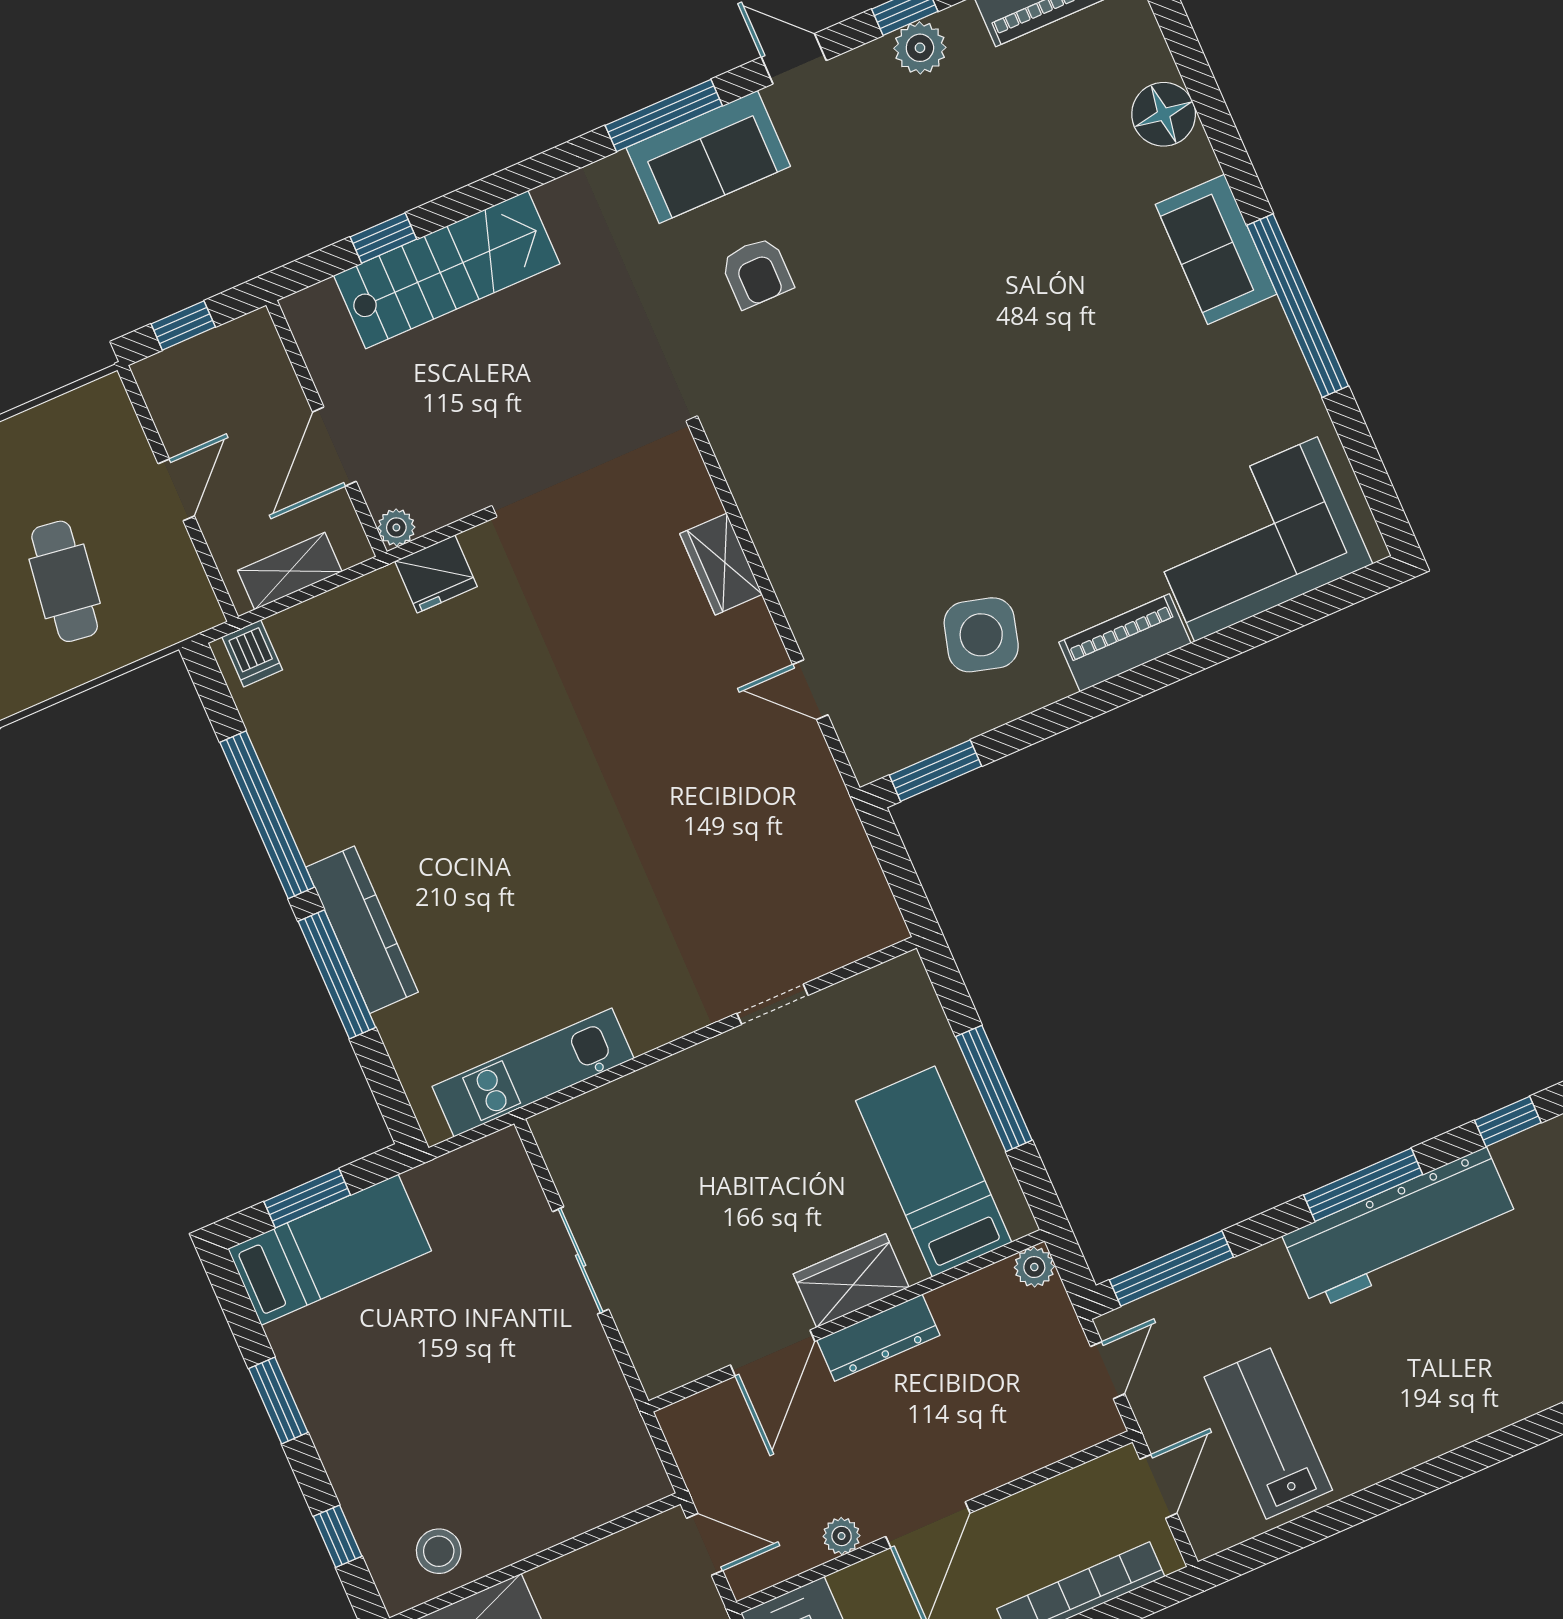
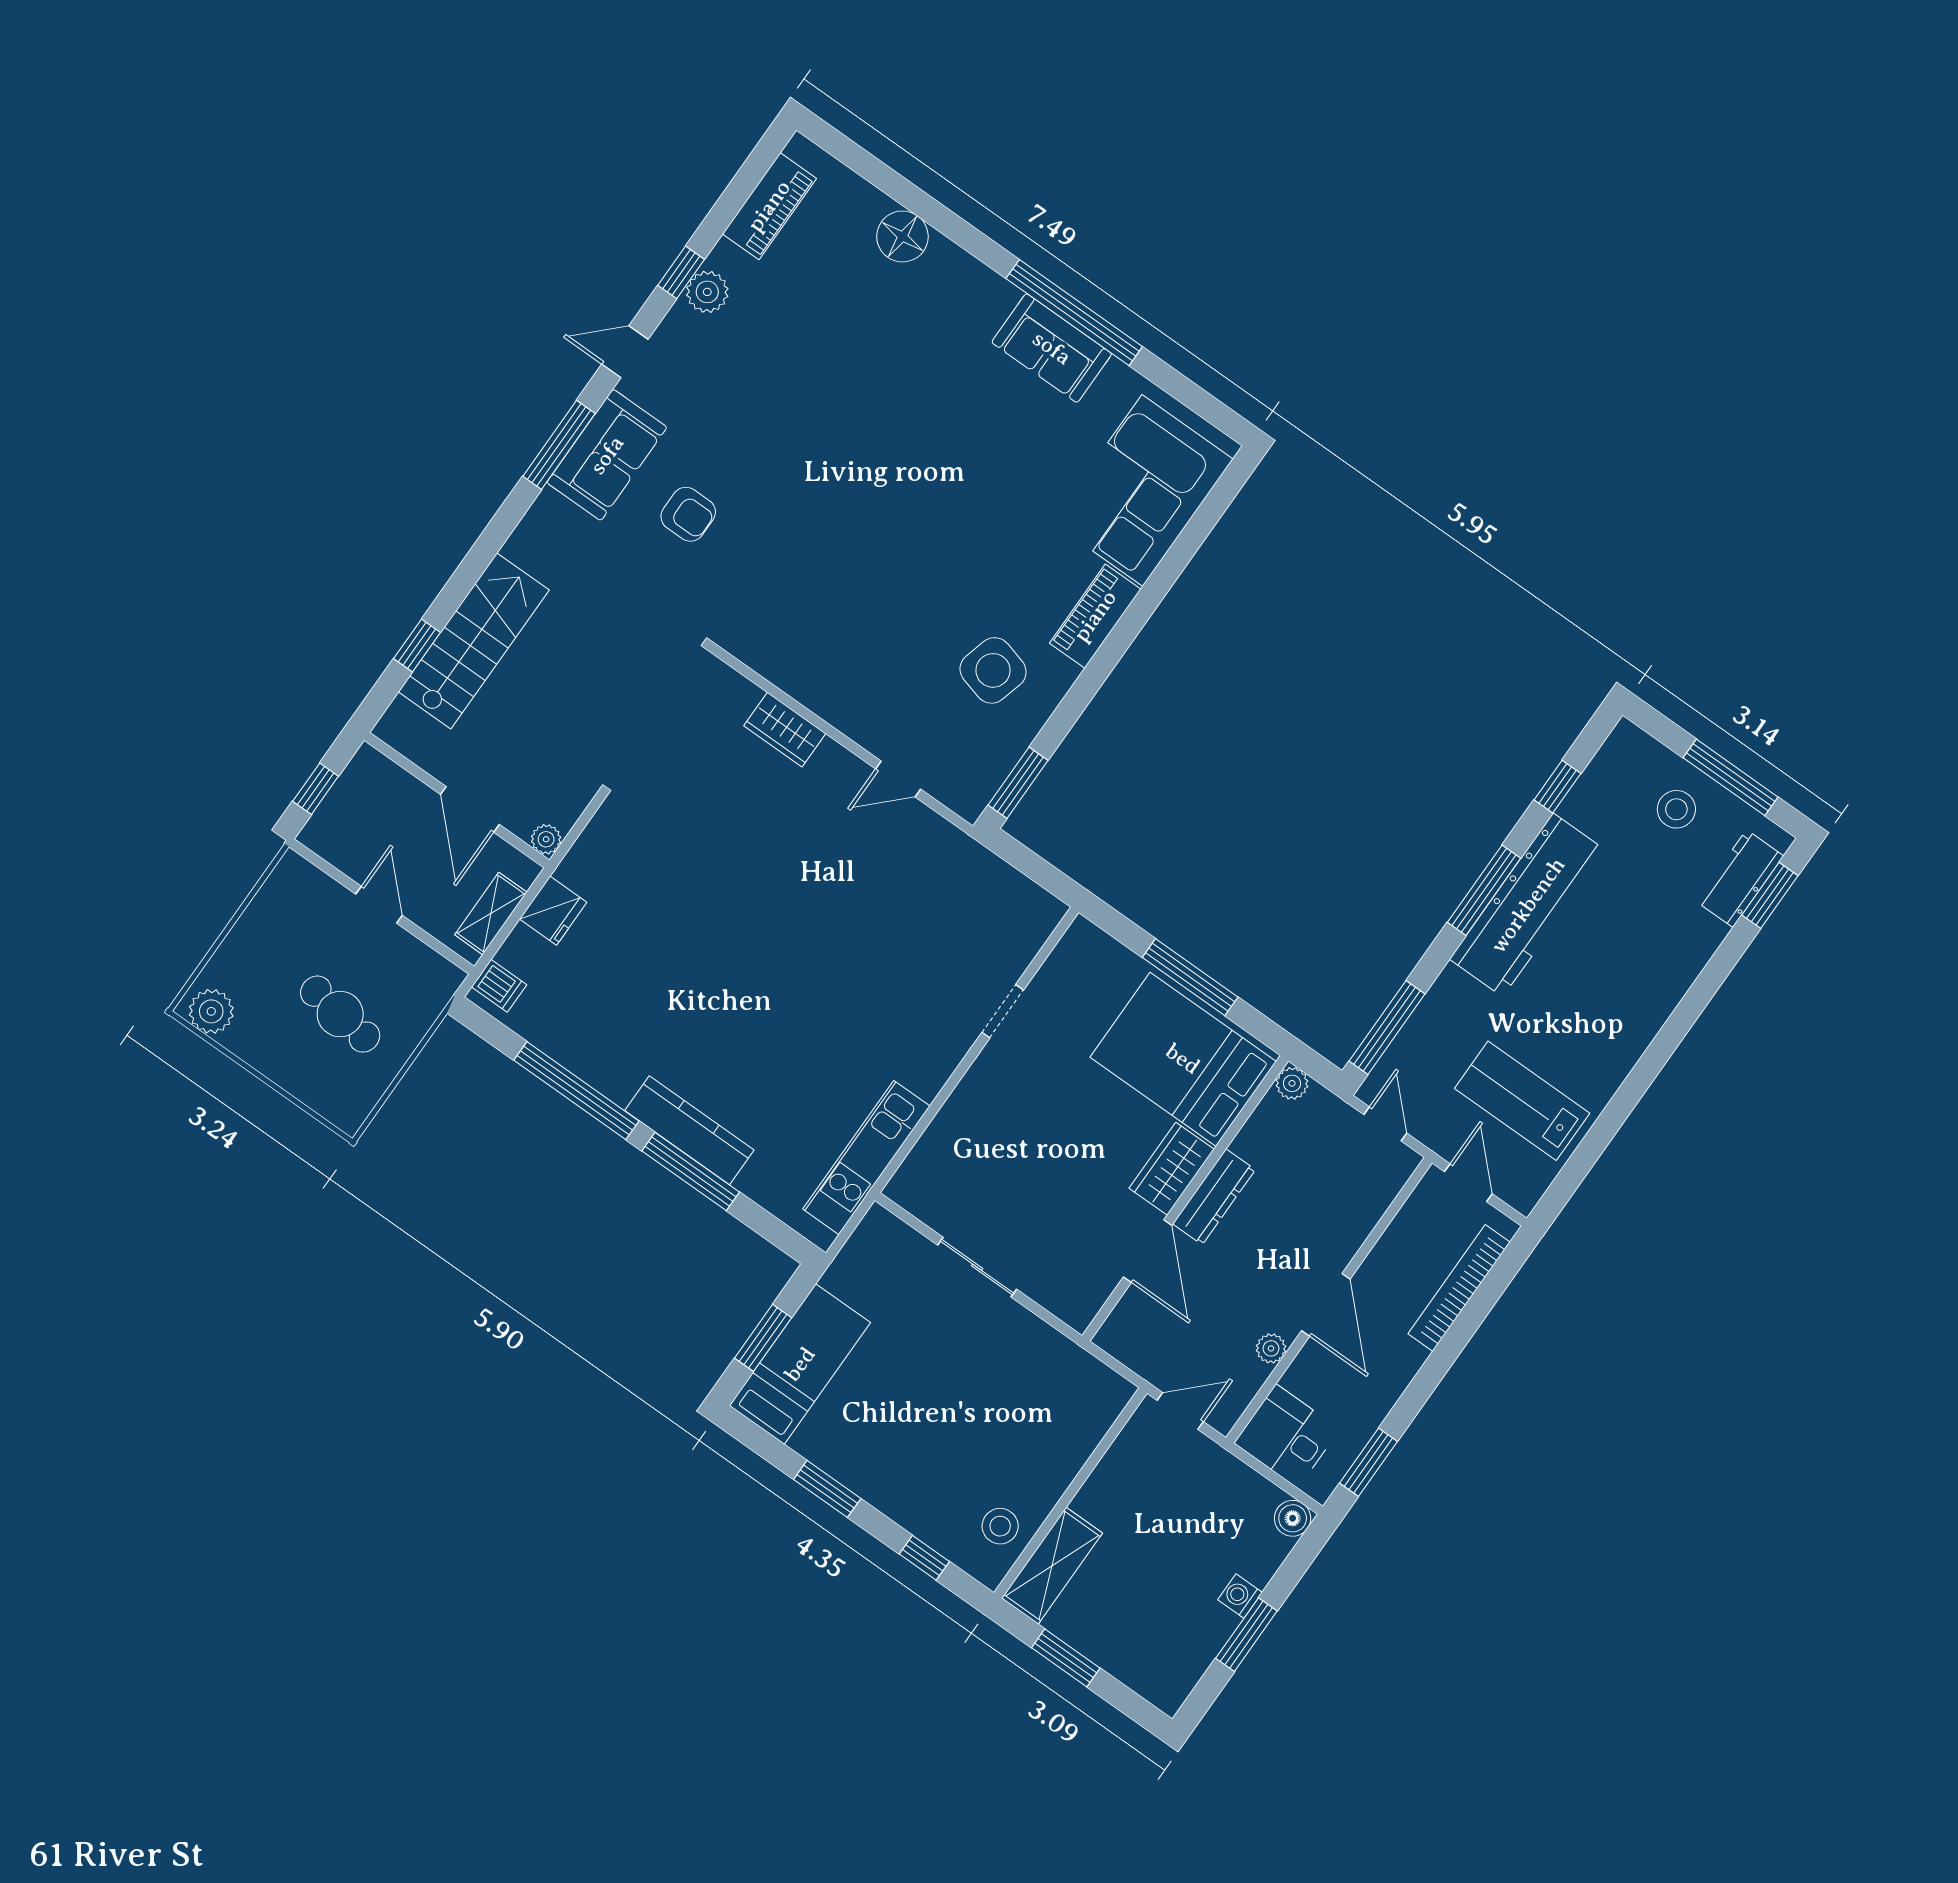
sofa: (1216, 249) -> (1052, 348), moved
fridge: (436, 574) -> (553, 911), moved
bed: (934, 1172) -> (1183, 1059), width x1.50

